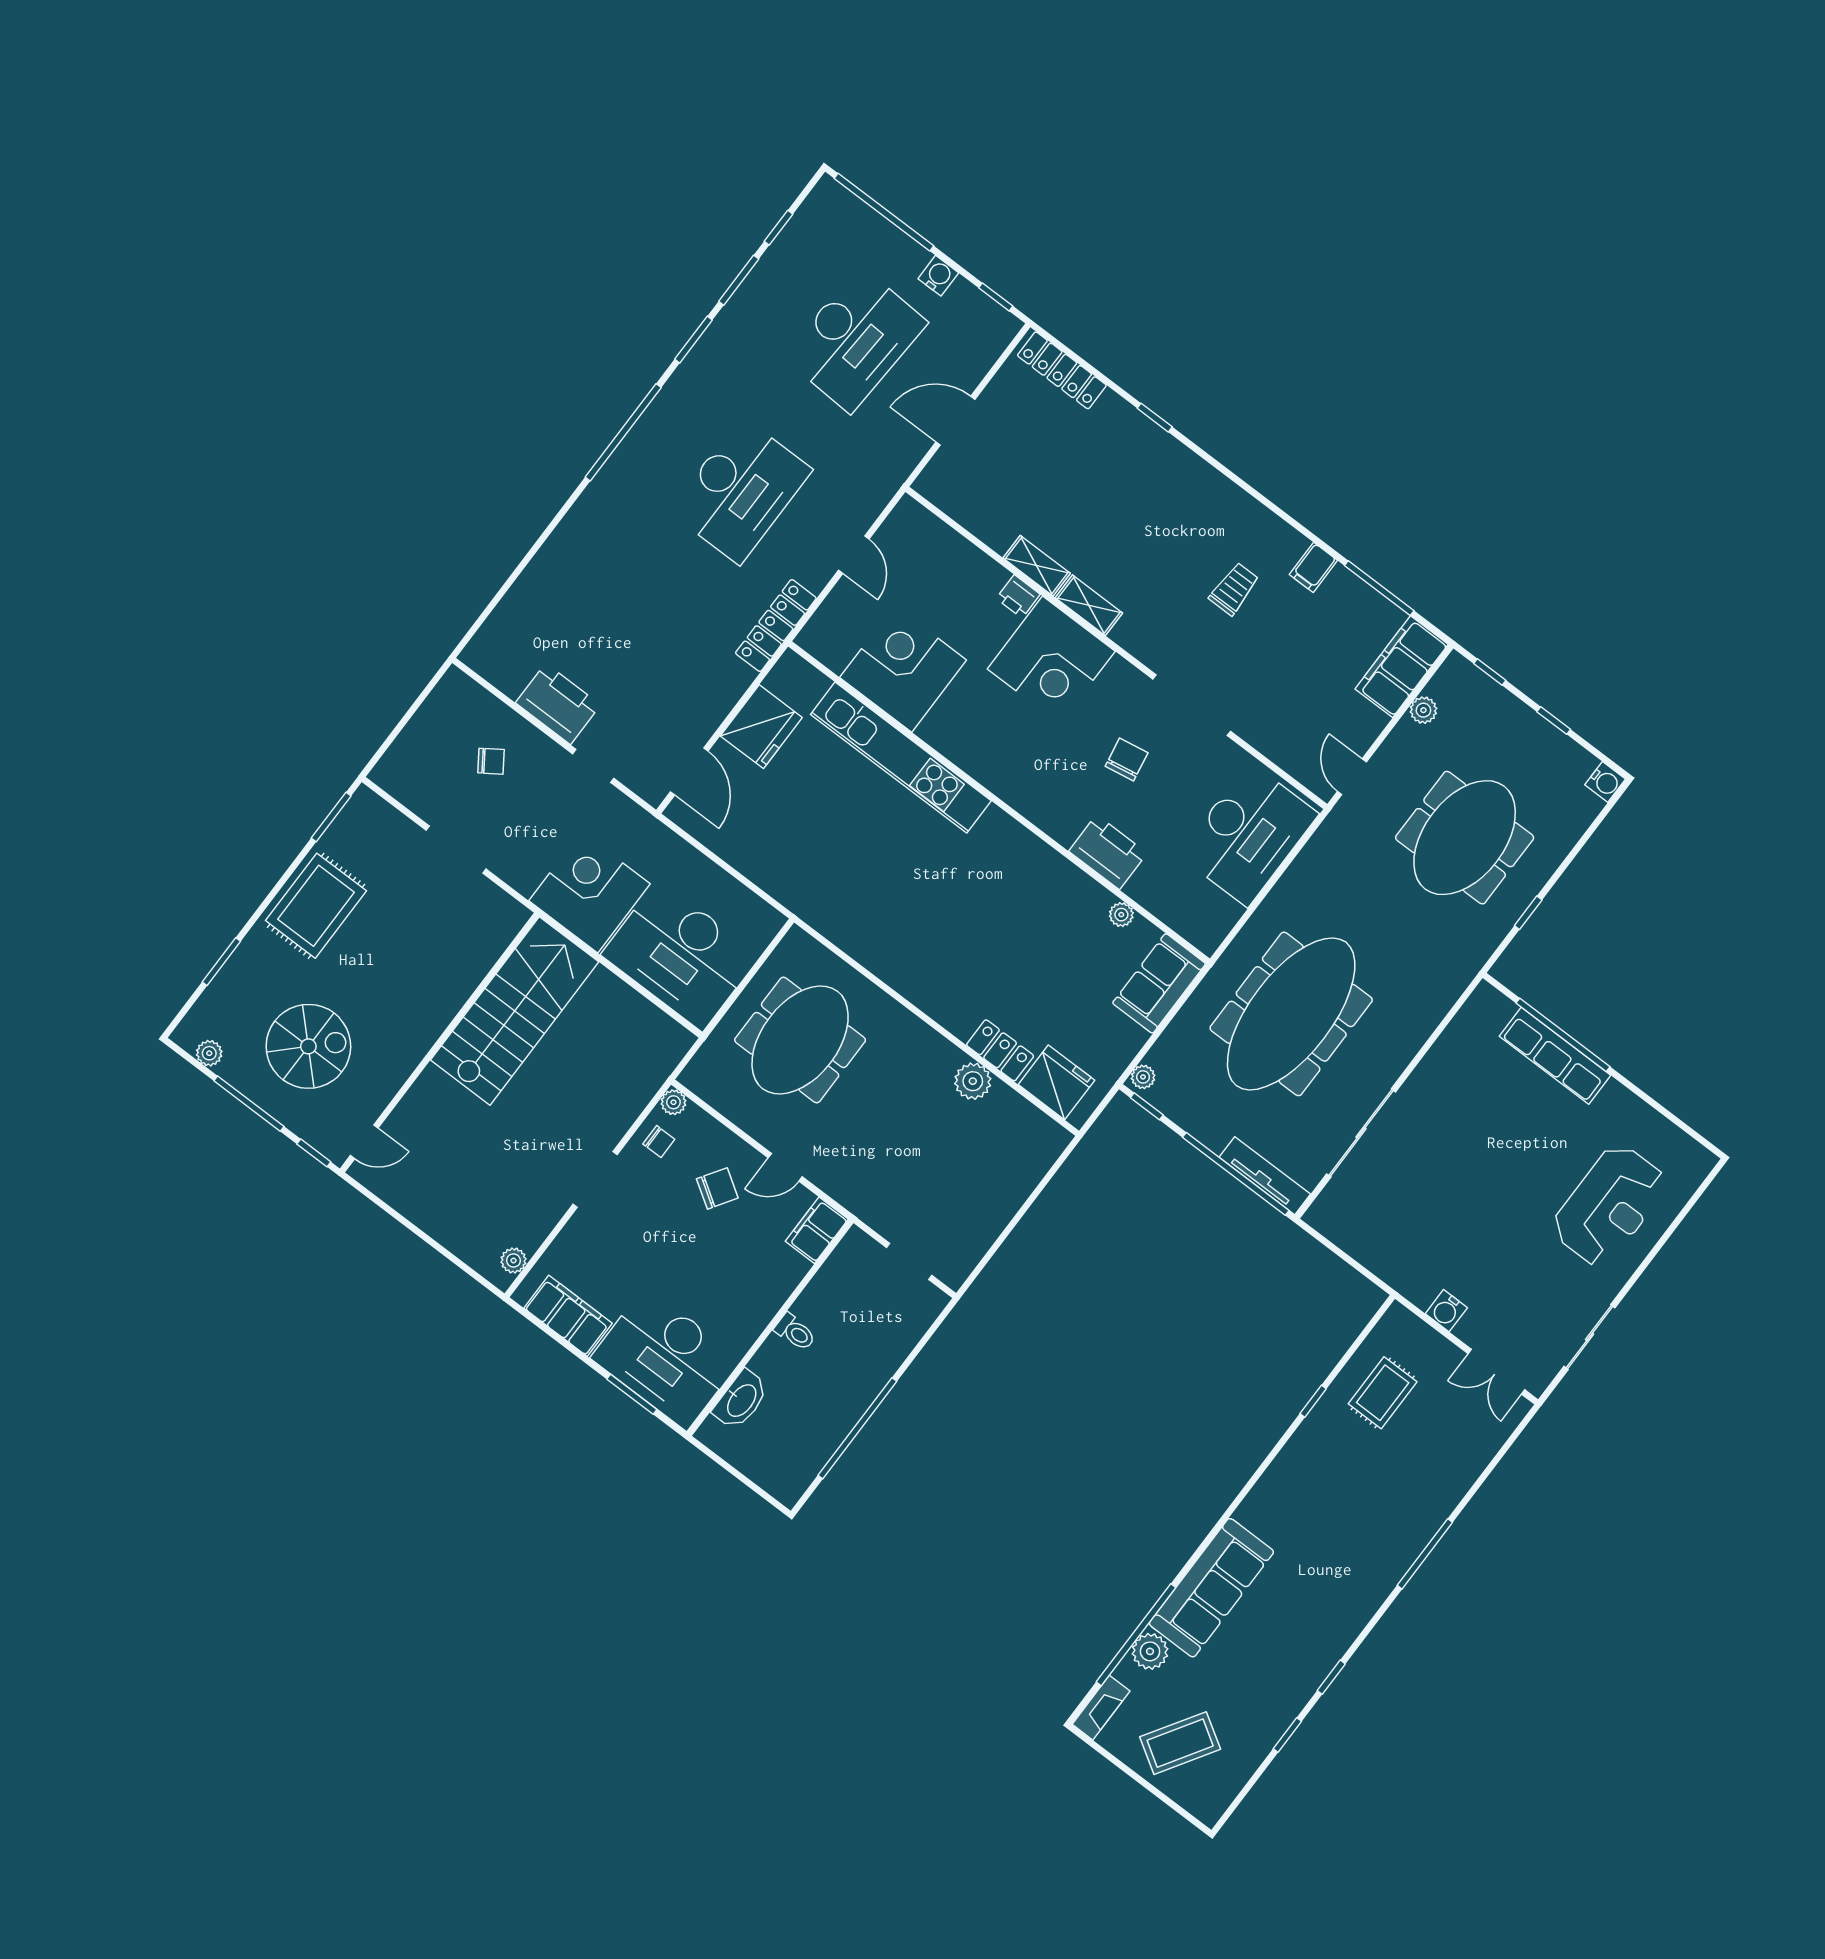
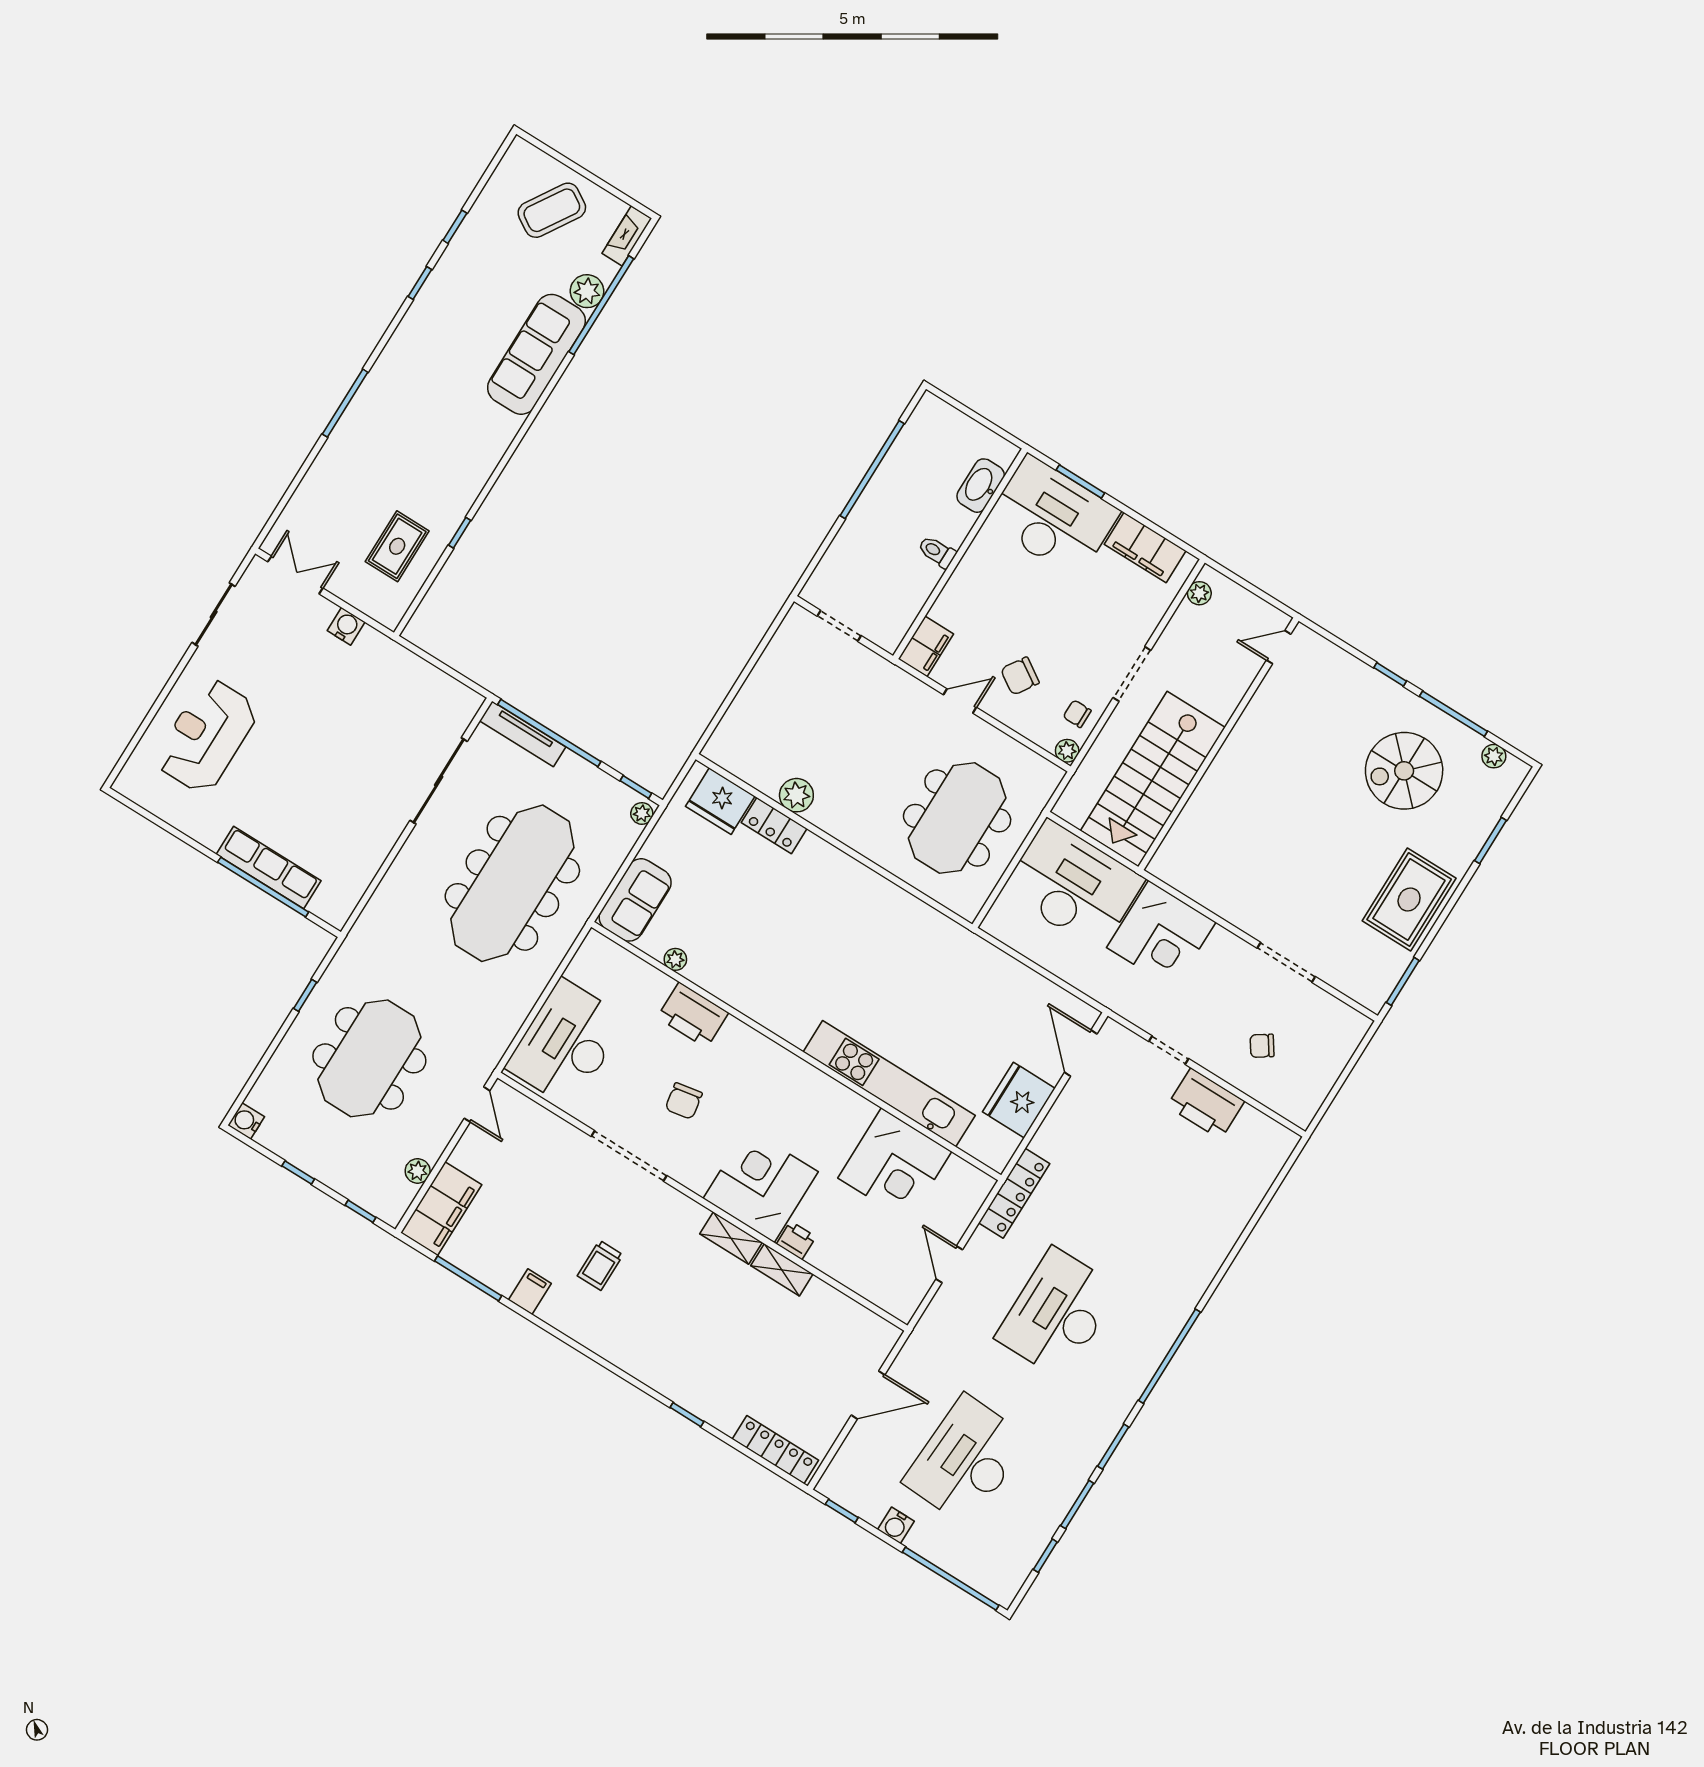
stairs: (515, 1011) -> (1153, 779), moved
wall: (439, 1043) -> (1218, 744), moved
door: (364, 1142) -> (1279, 647), moved

